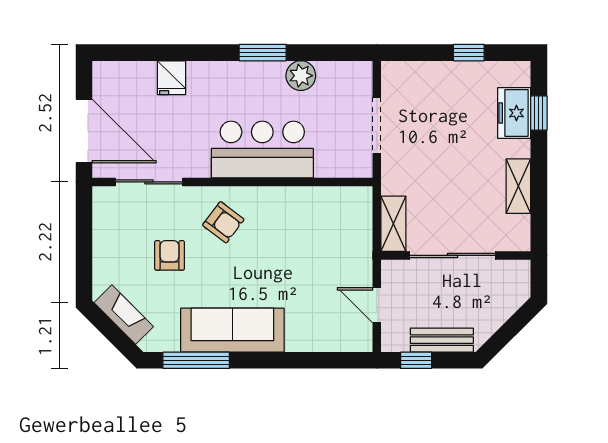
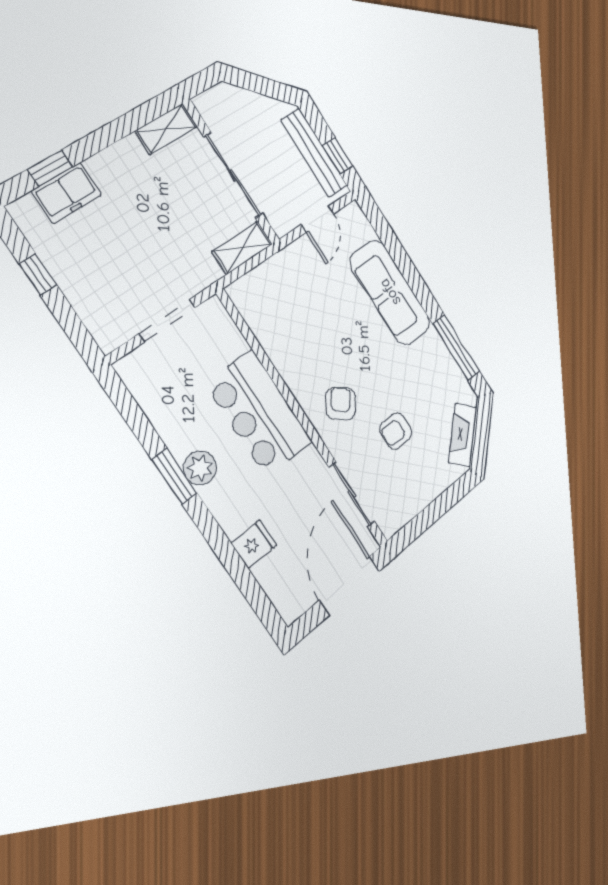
plant: (301, 76) -> (200, 468), moved
shelving: (518, 186) -> (166, 129), moved
sofa: (232, 330) -> (390, 292), moved
bench: (442, 340) -> (314, 153), width x1.36

